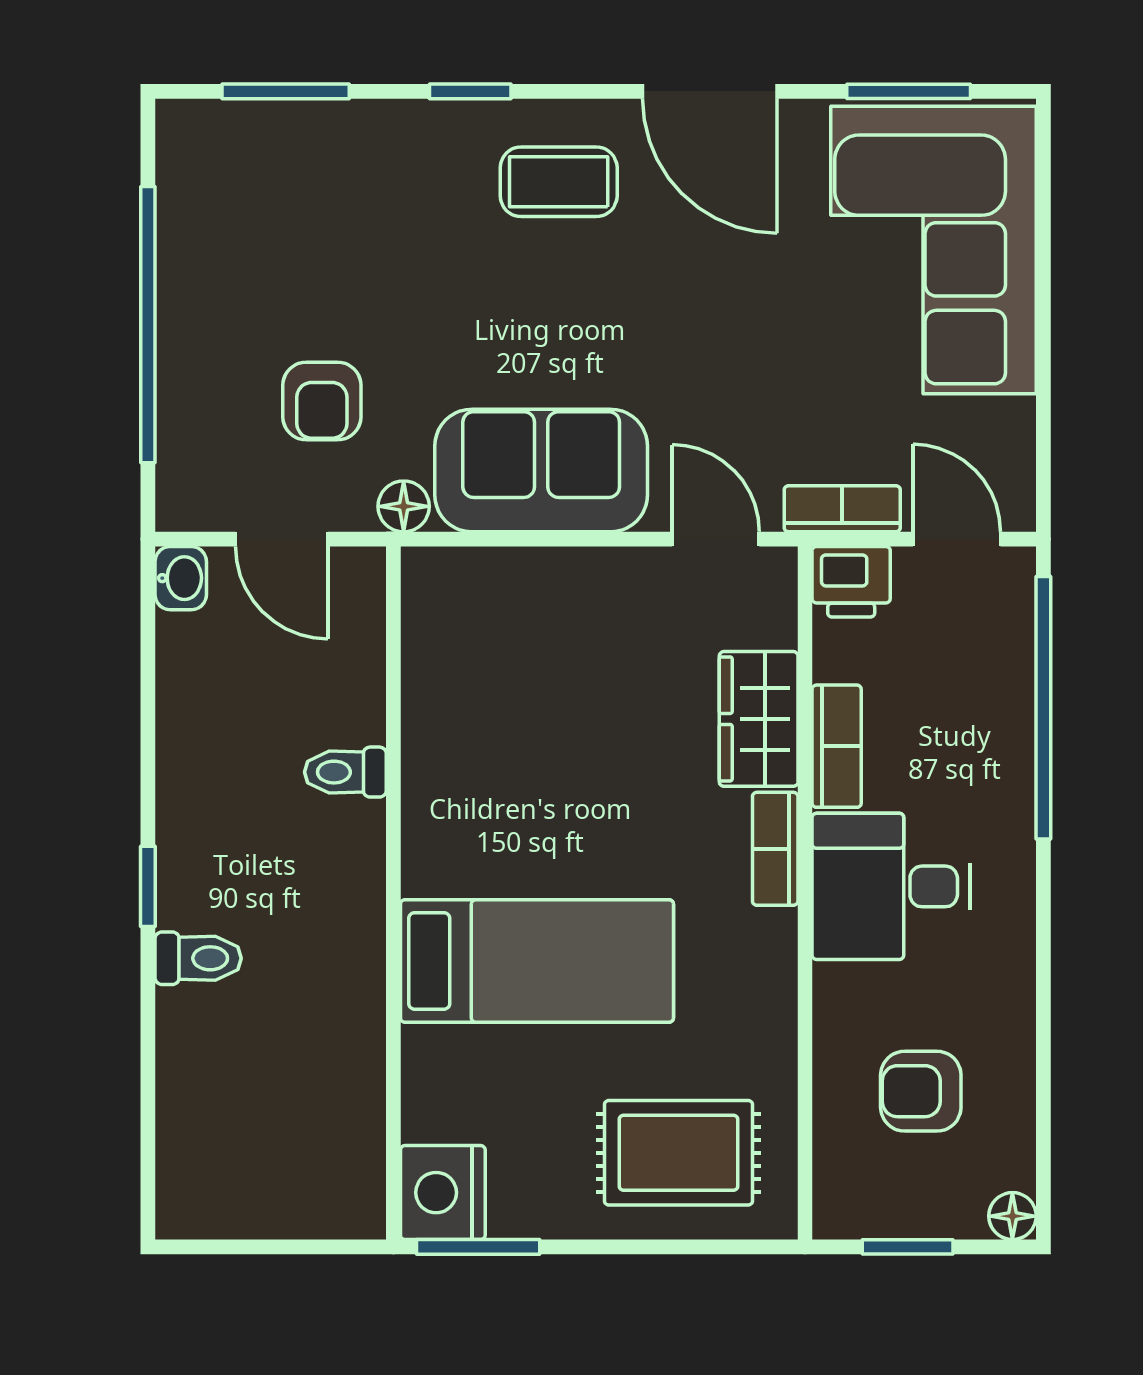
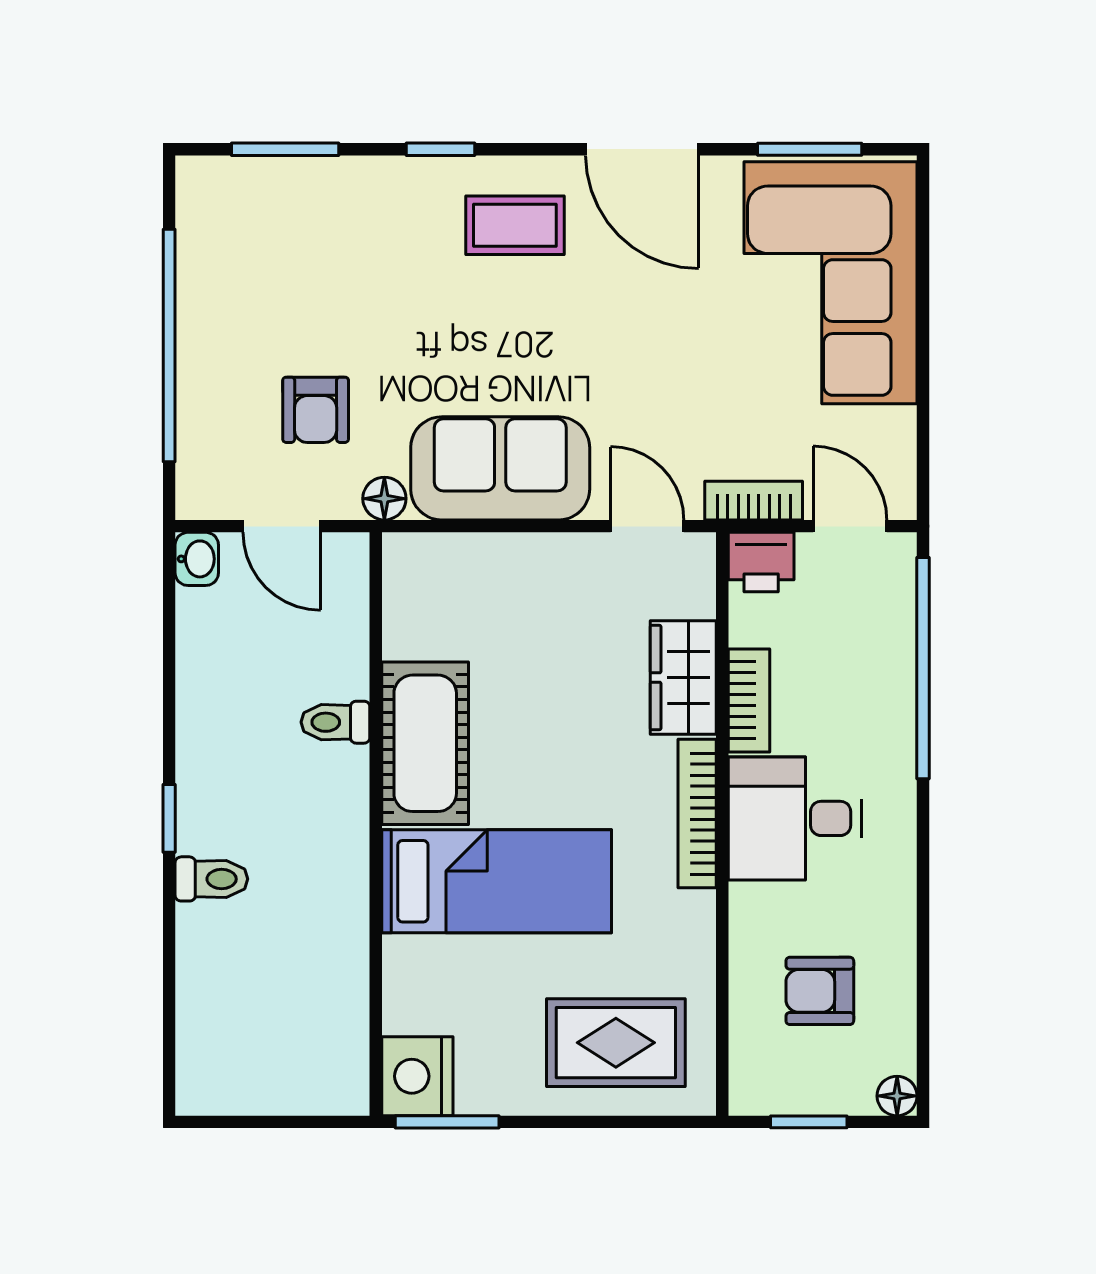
cot: (452, 797) -> (425, 743), added
bookcase: (775, 849) -> (697, 814), width x1.56

